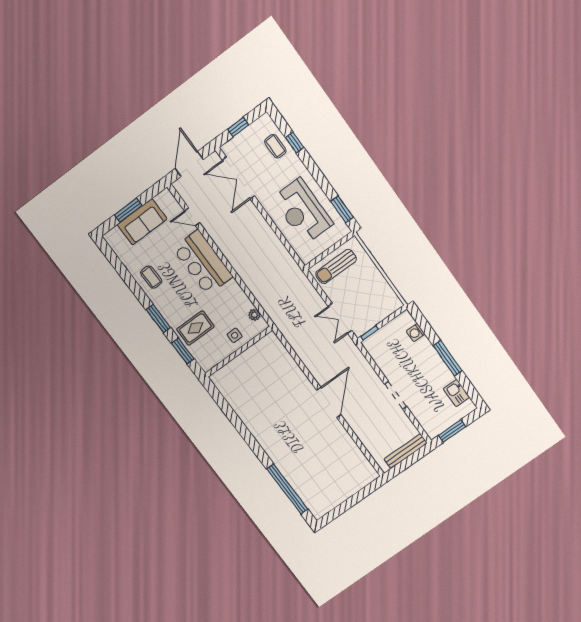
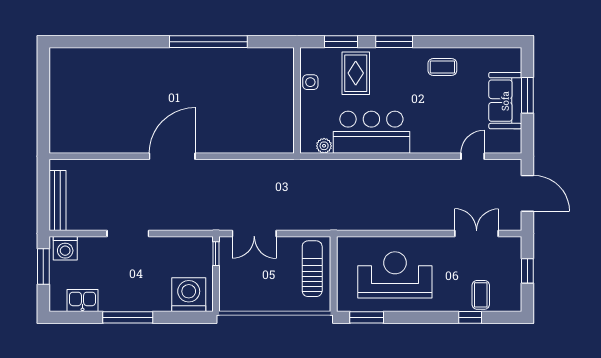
coffee table: (275, 146) -> (481, 295), turned 90
double door: (238, 178) -> (477, 233), width x0.73
bar counter: (203, 263) -> (371, 132), moved
double door: (340, 318) -> (254, 233), swing flipped
washing machine: (415, 333) -> (189, 295), width x1.89, depth x1.89
side table: (235, 335) -> (310, 82), moved
door: (329, 402) -> (172, 156), swing flipped
washing machine: (432, 426) -> (65, 248), added
window: (287, 489) -> (208, 42), moved

